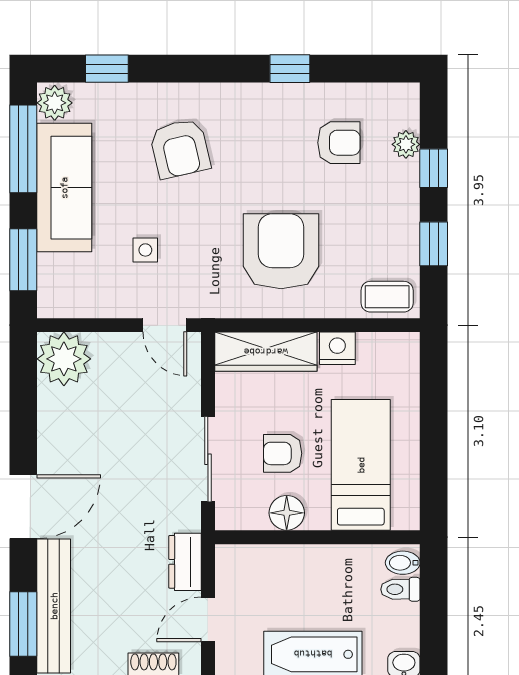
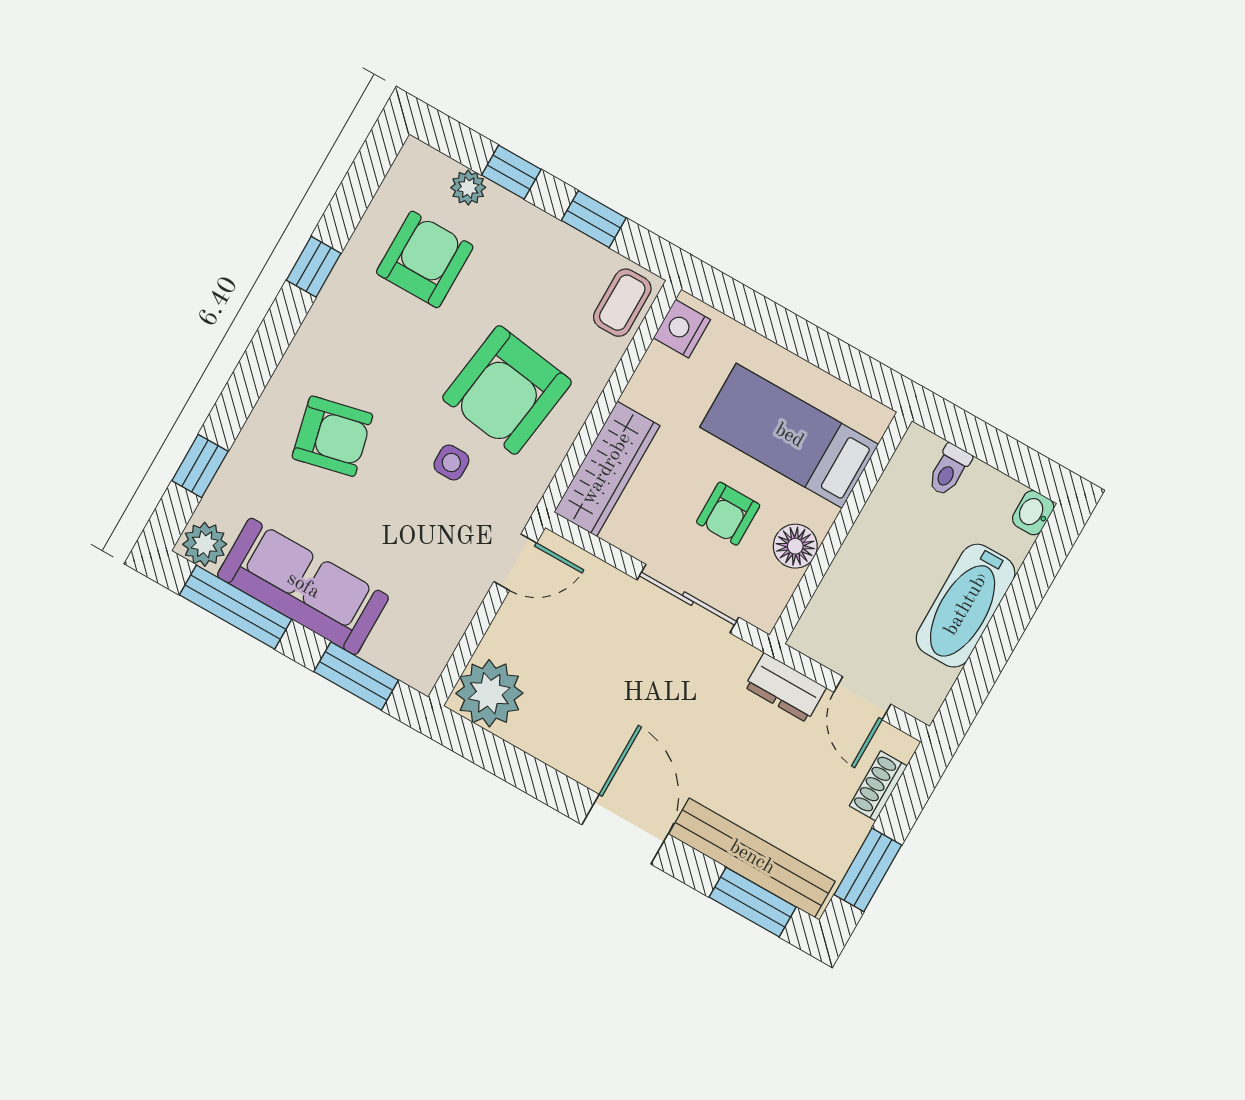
armchair: (339, 143) -> (425, 259), width x1.38, depth x1.38
side table: (145, 250) -> (451, 463), moved
armchair: (281, 251) -> (507, 390), turned -82
nightstand: (337, 348) -> (682, 329), moved
bidet: (403, 563) -> (922, 451), removed

